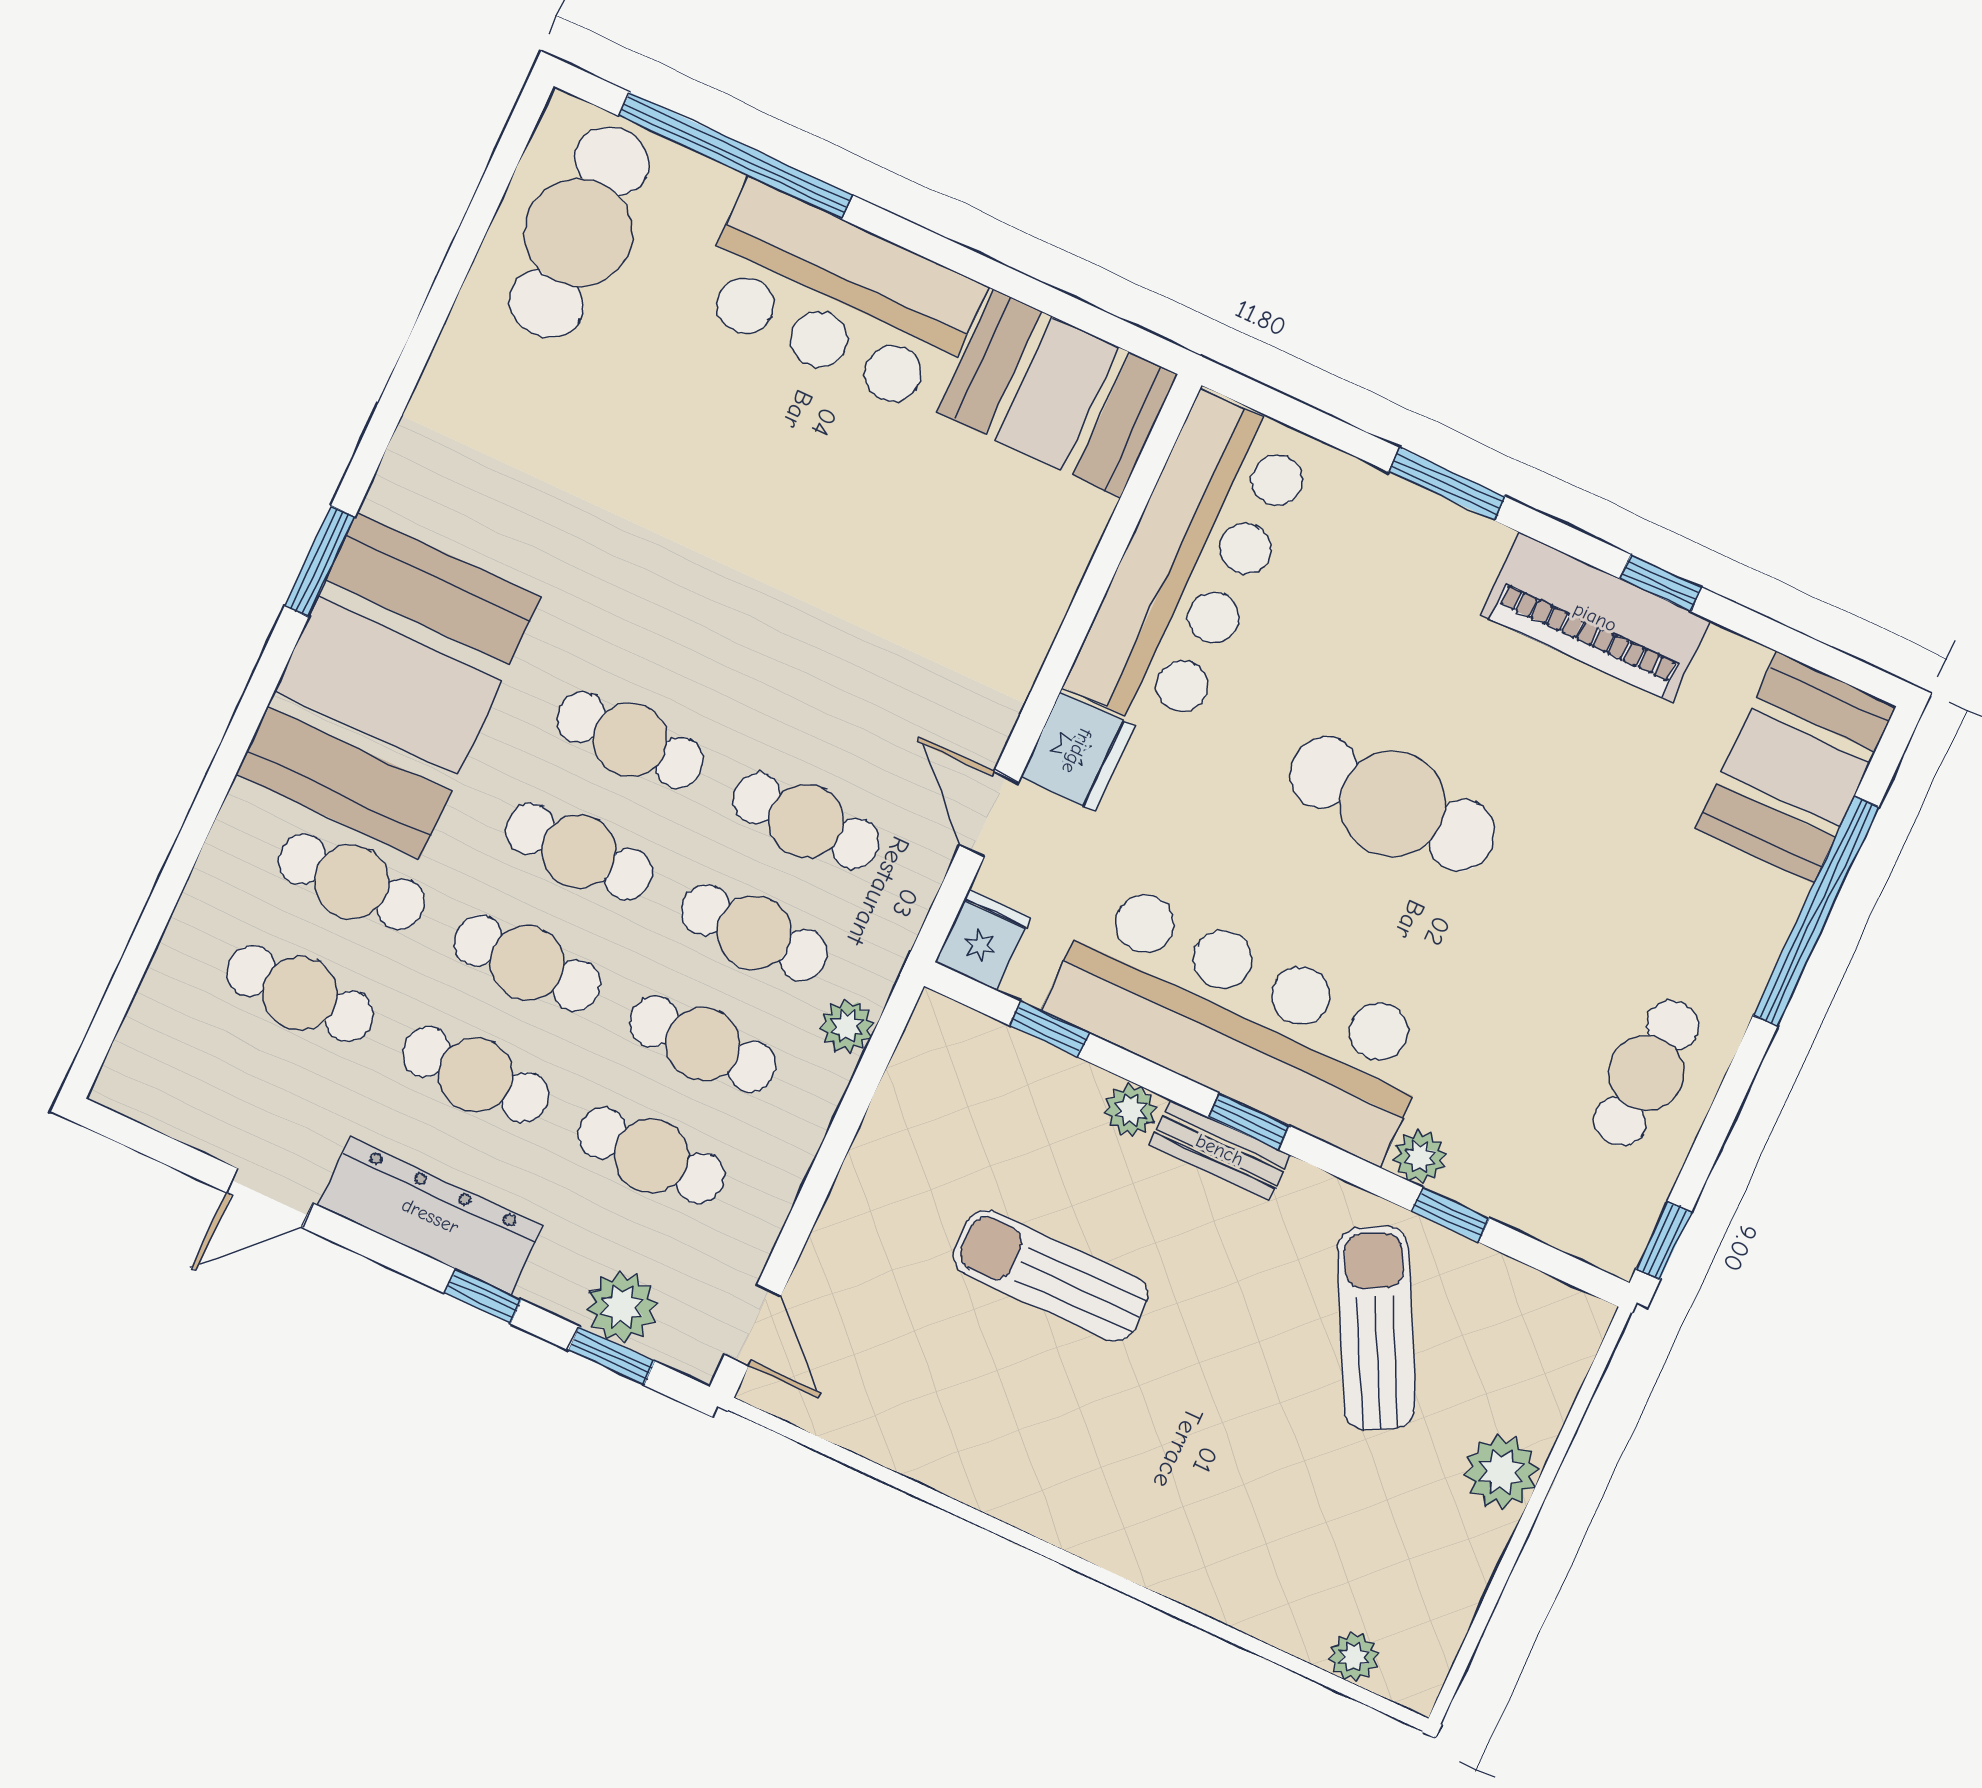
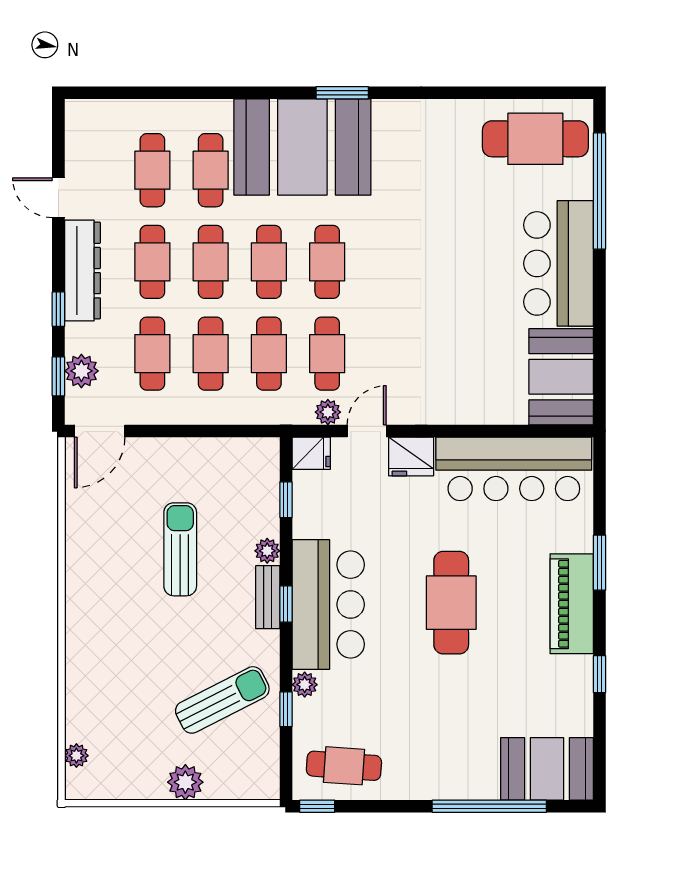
piano: (1595, 617) -> (572, 604), moved
bar counter: (1242, 1020) -> (328, 605), width x0.73
plant: (847, 1026) -> (328, 412), moved
cafe table: (1646, 1073) -> (344, 766), moved
door: (753, 1325) -> (100, 431), width x1.38

